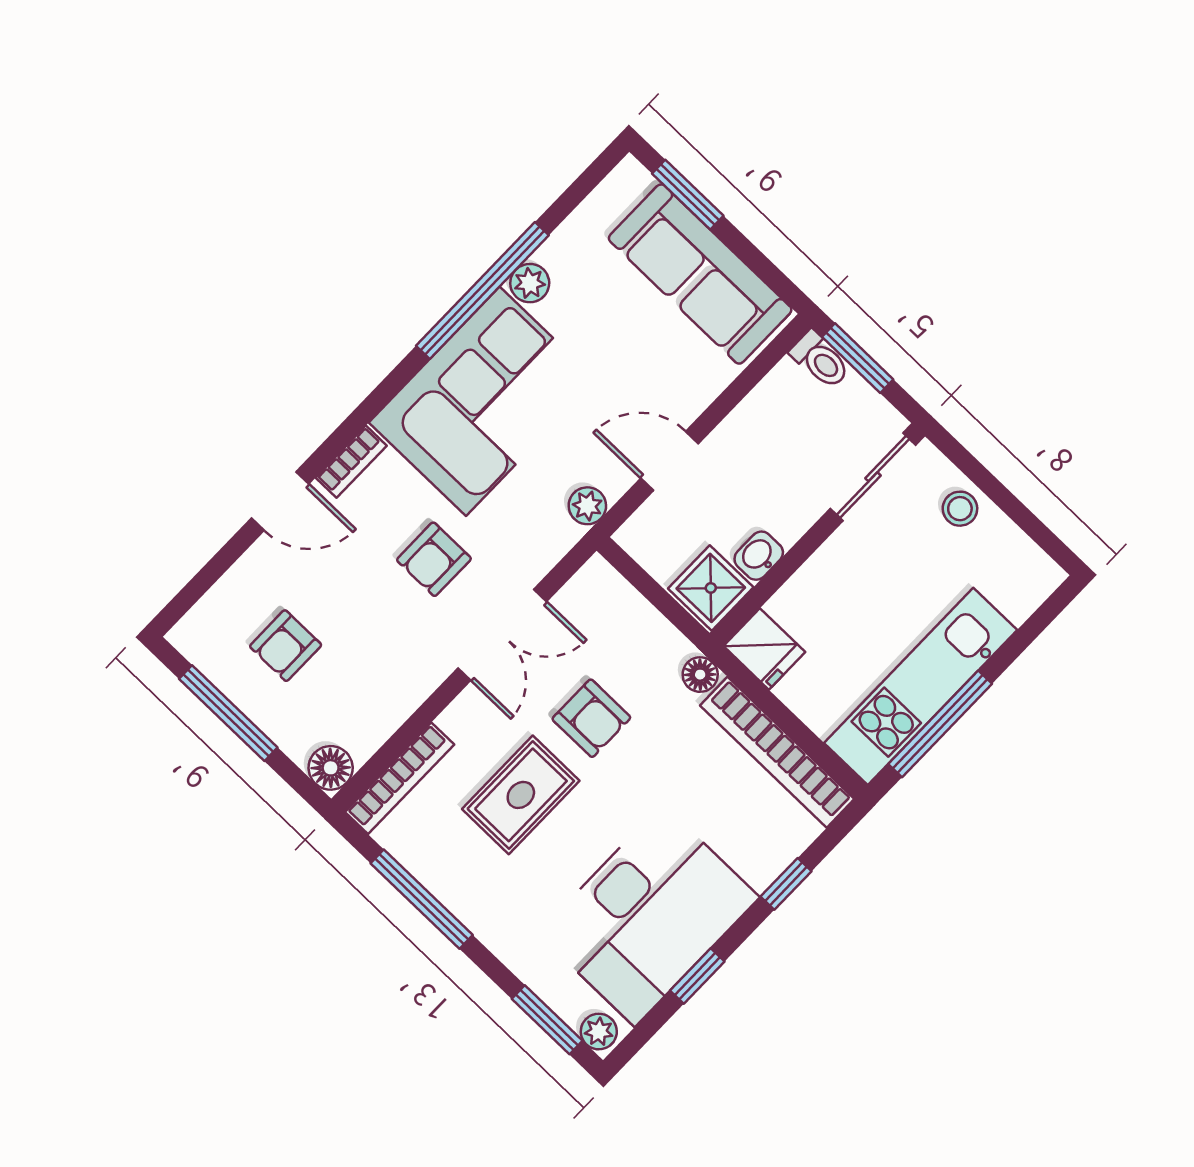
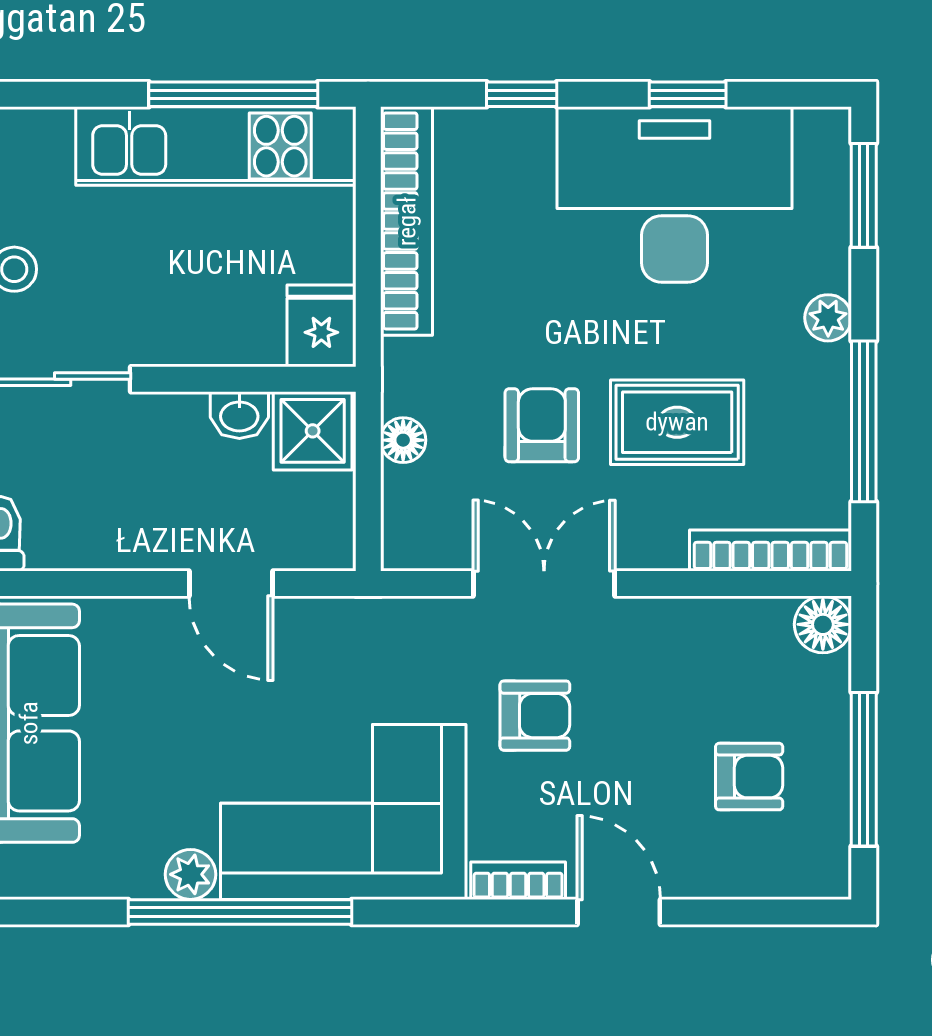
plant: (587, 506) -> (347, 620), removed
floor lamp: (700, 675) -> (403, 440), moved
plant: (599, 1032) -> (828, 318), moved

